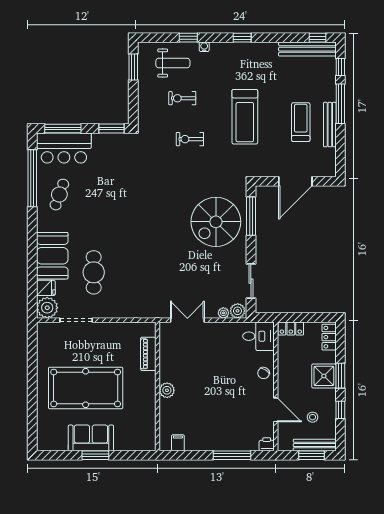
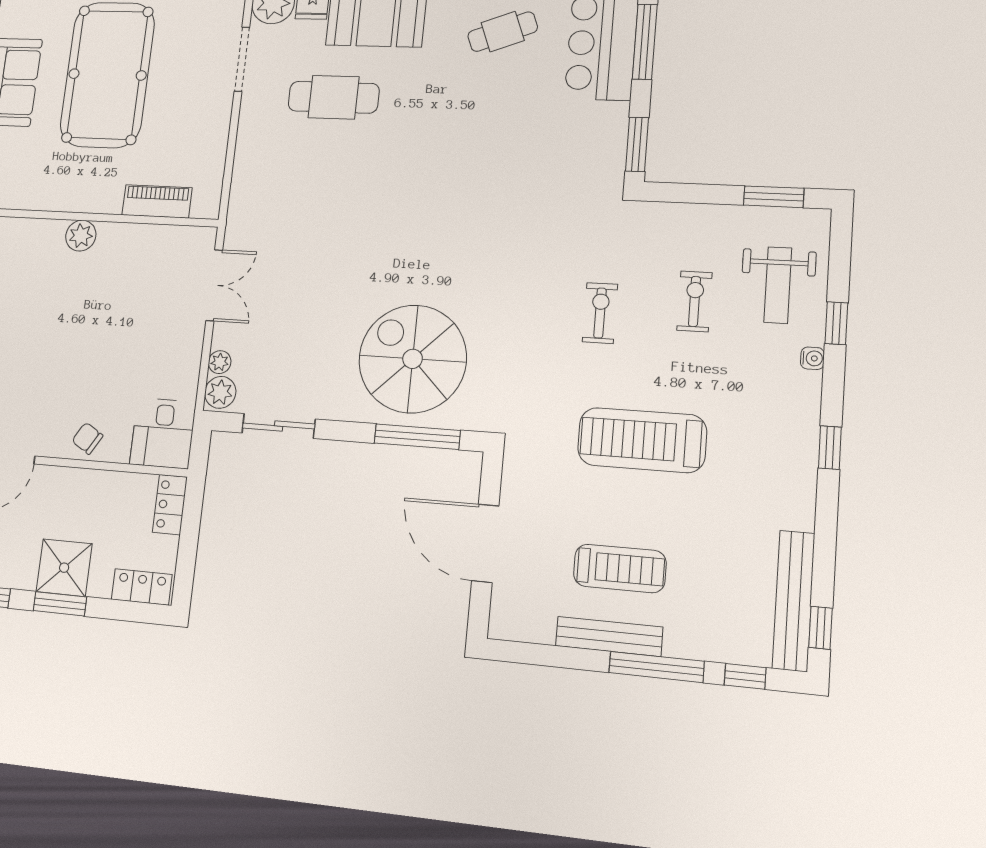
cafe table: (59, 194) -> (503, 32), turned -41

